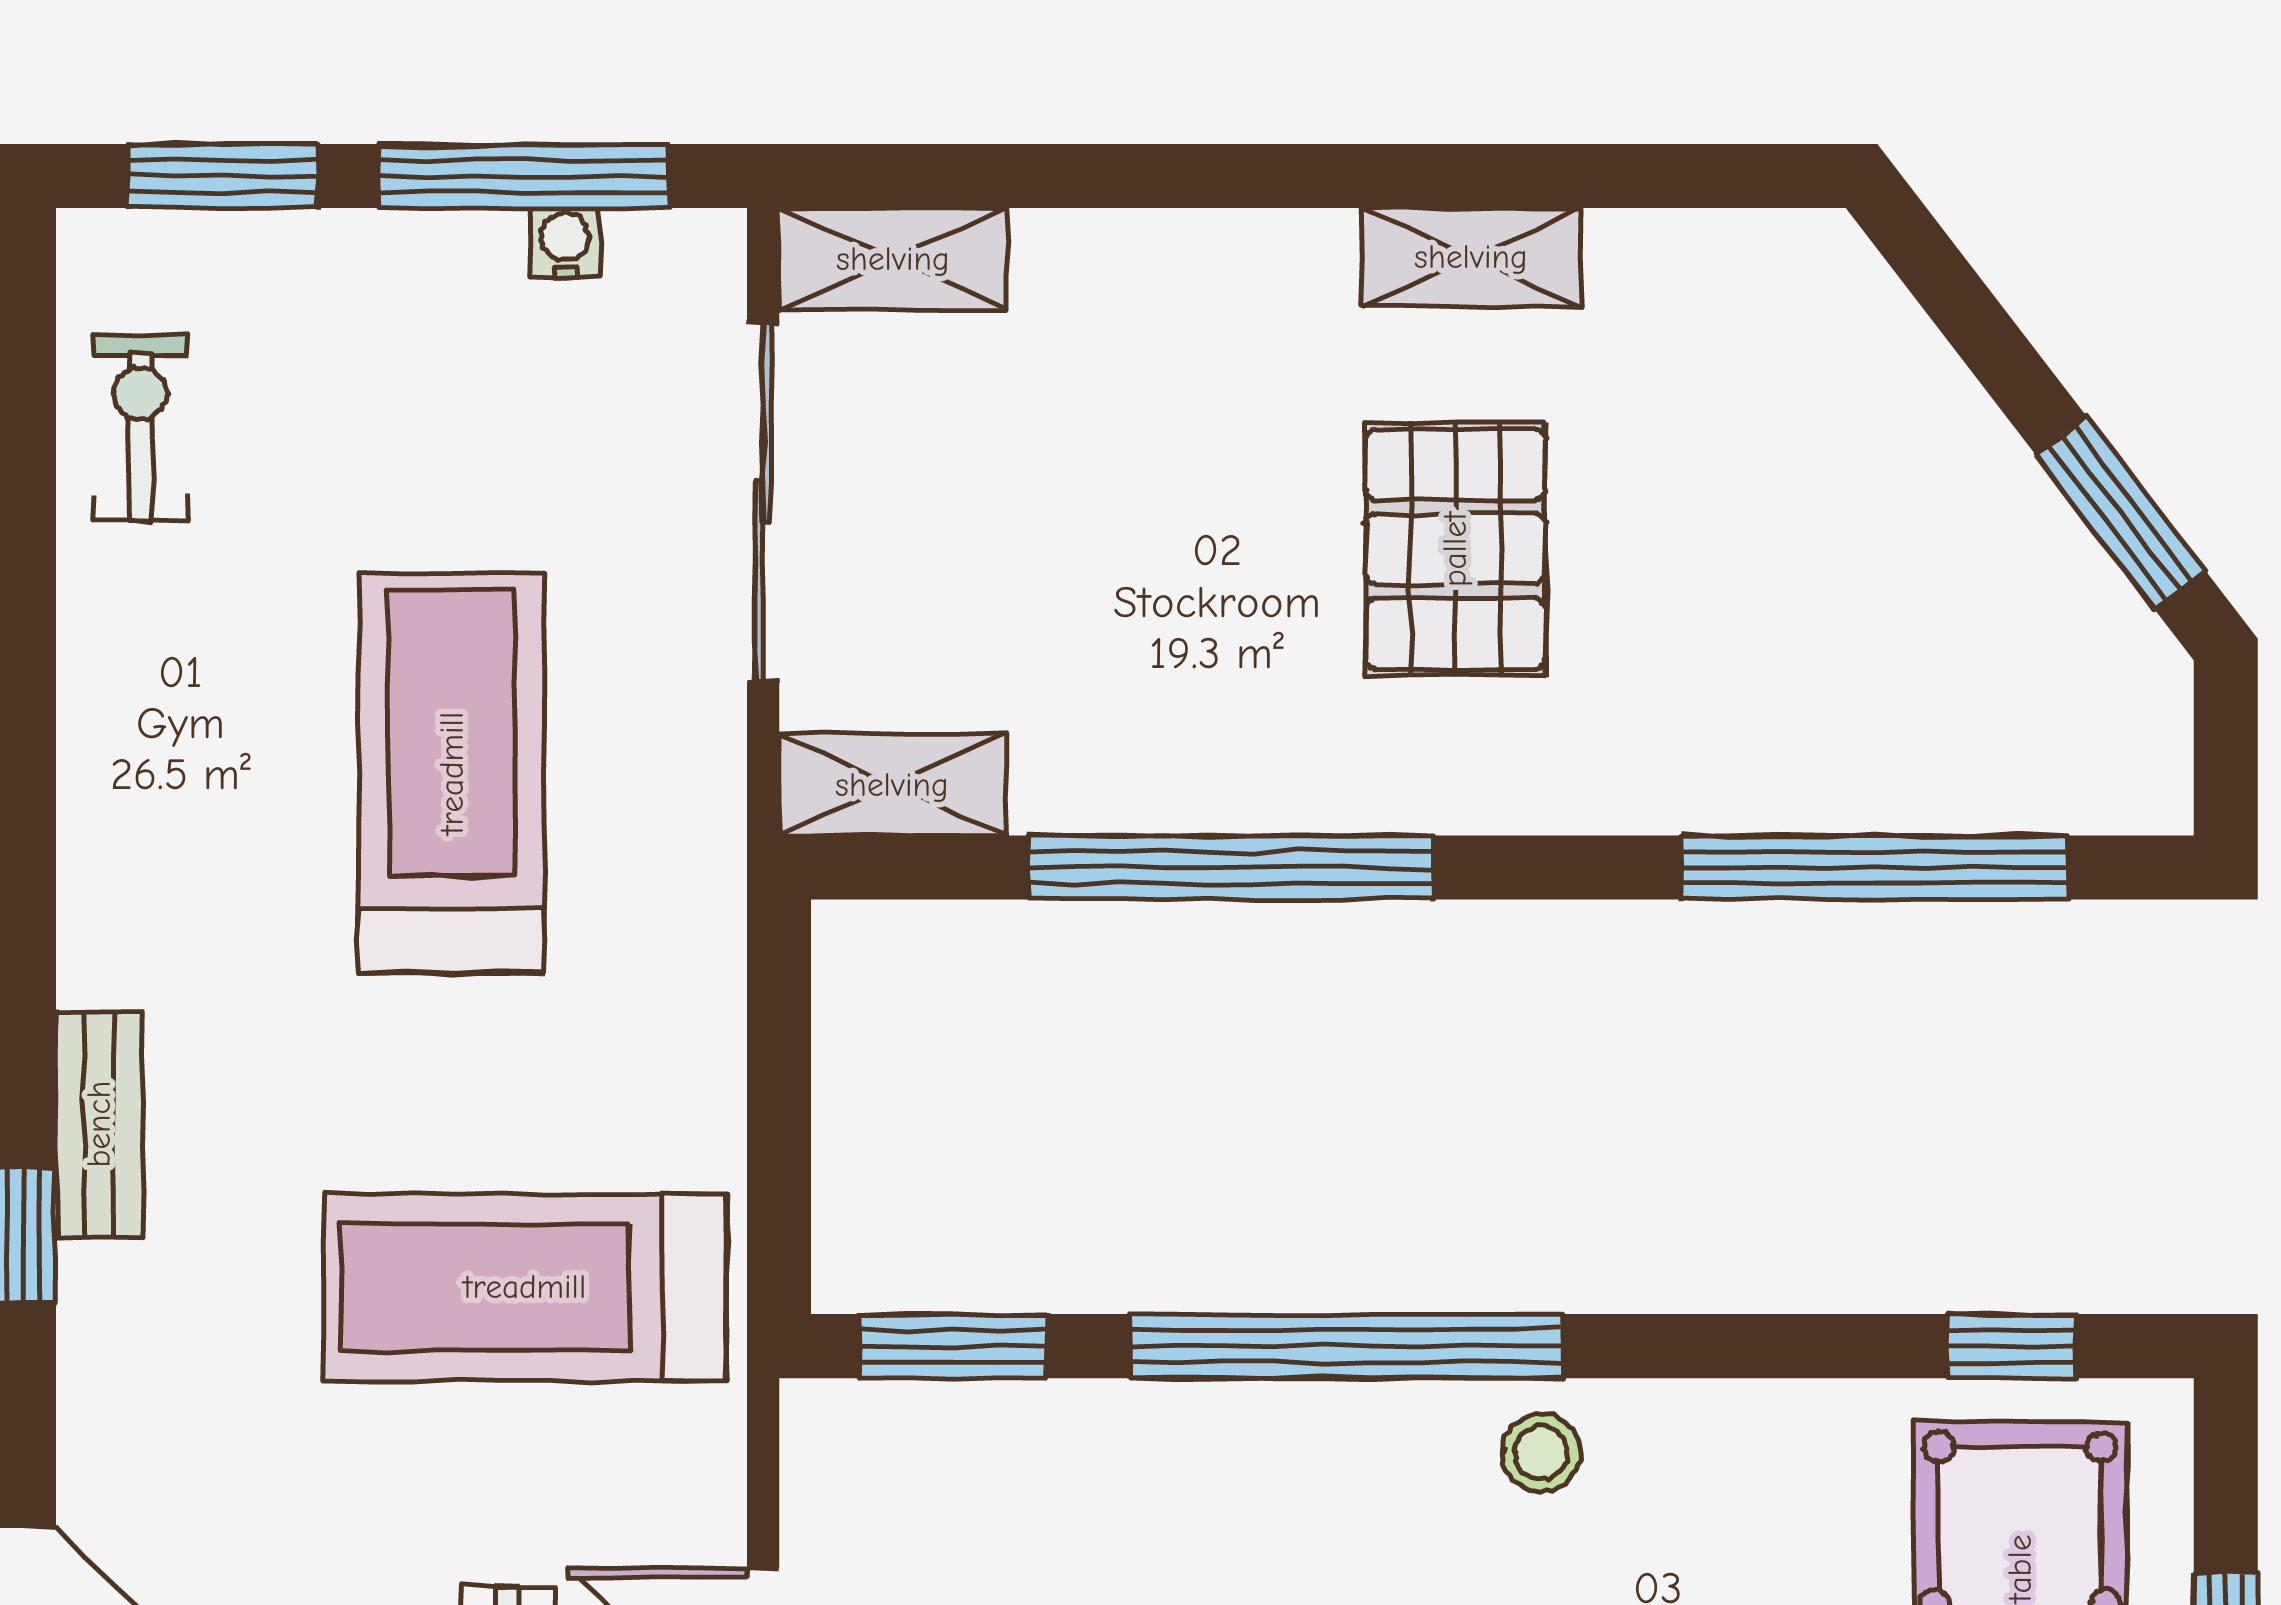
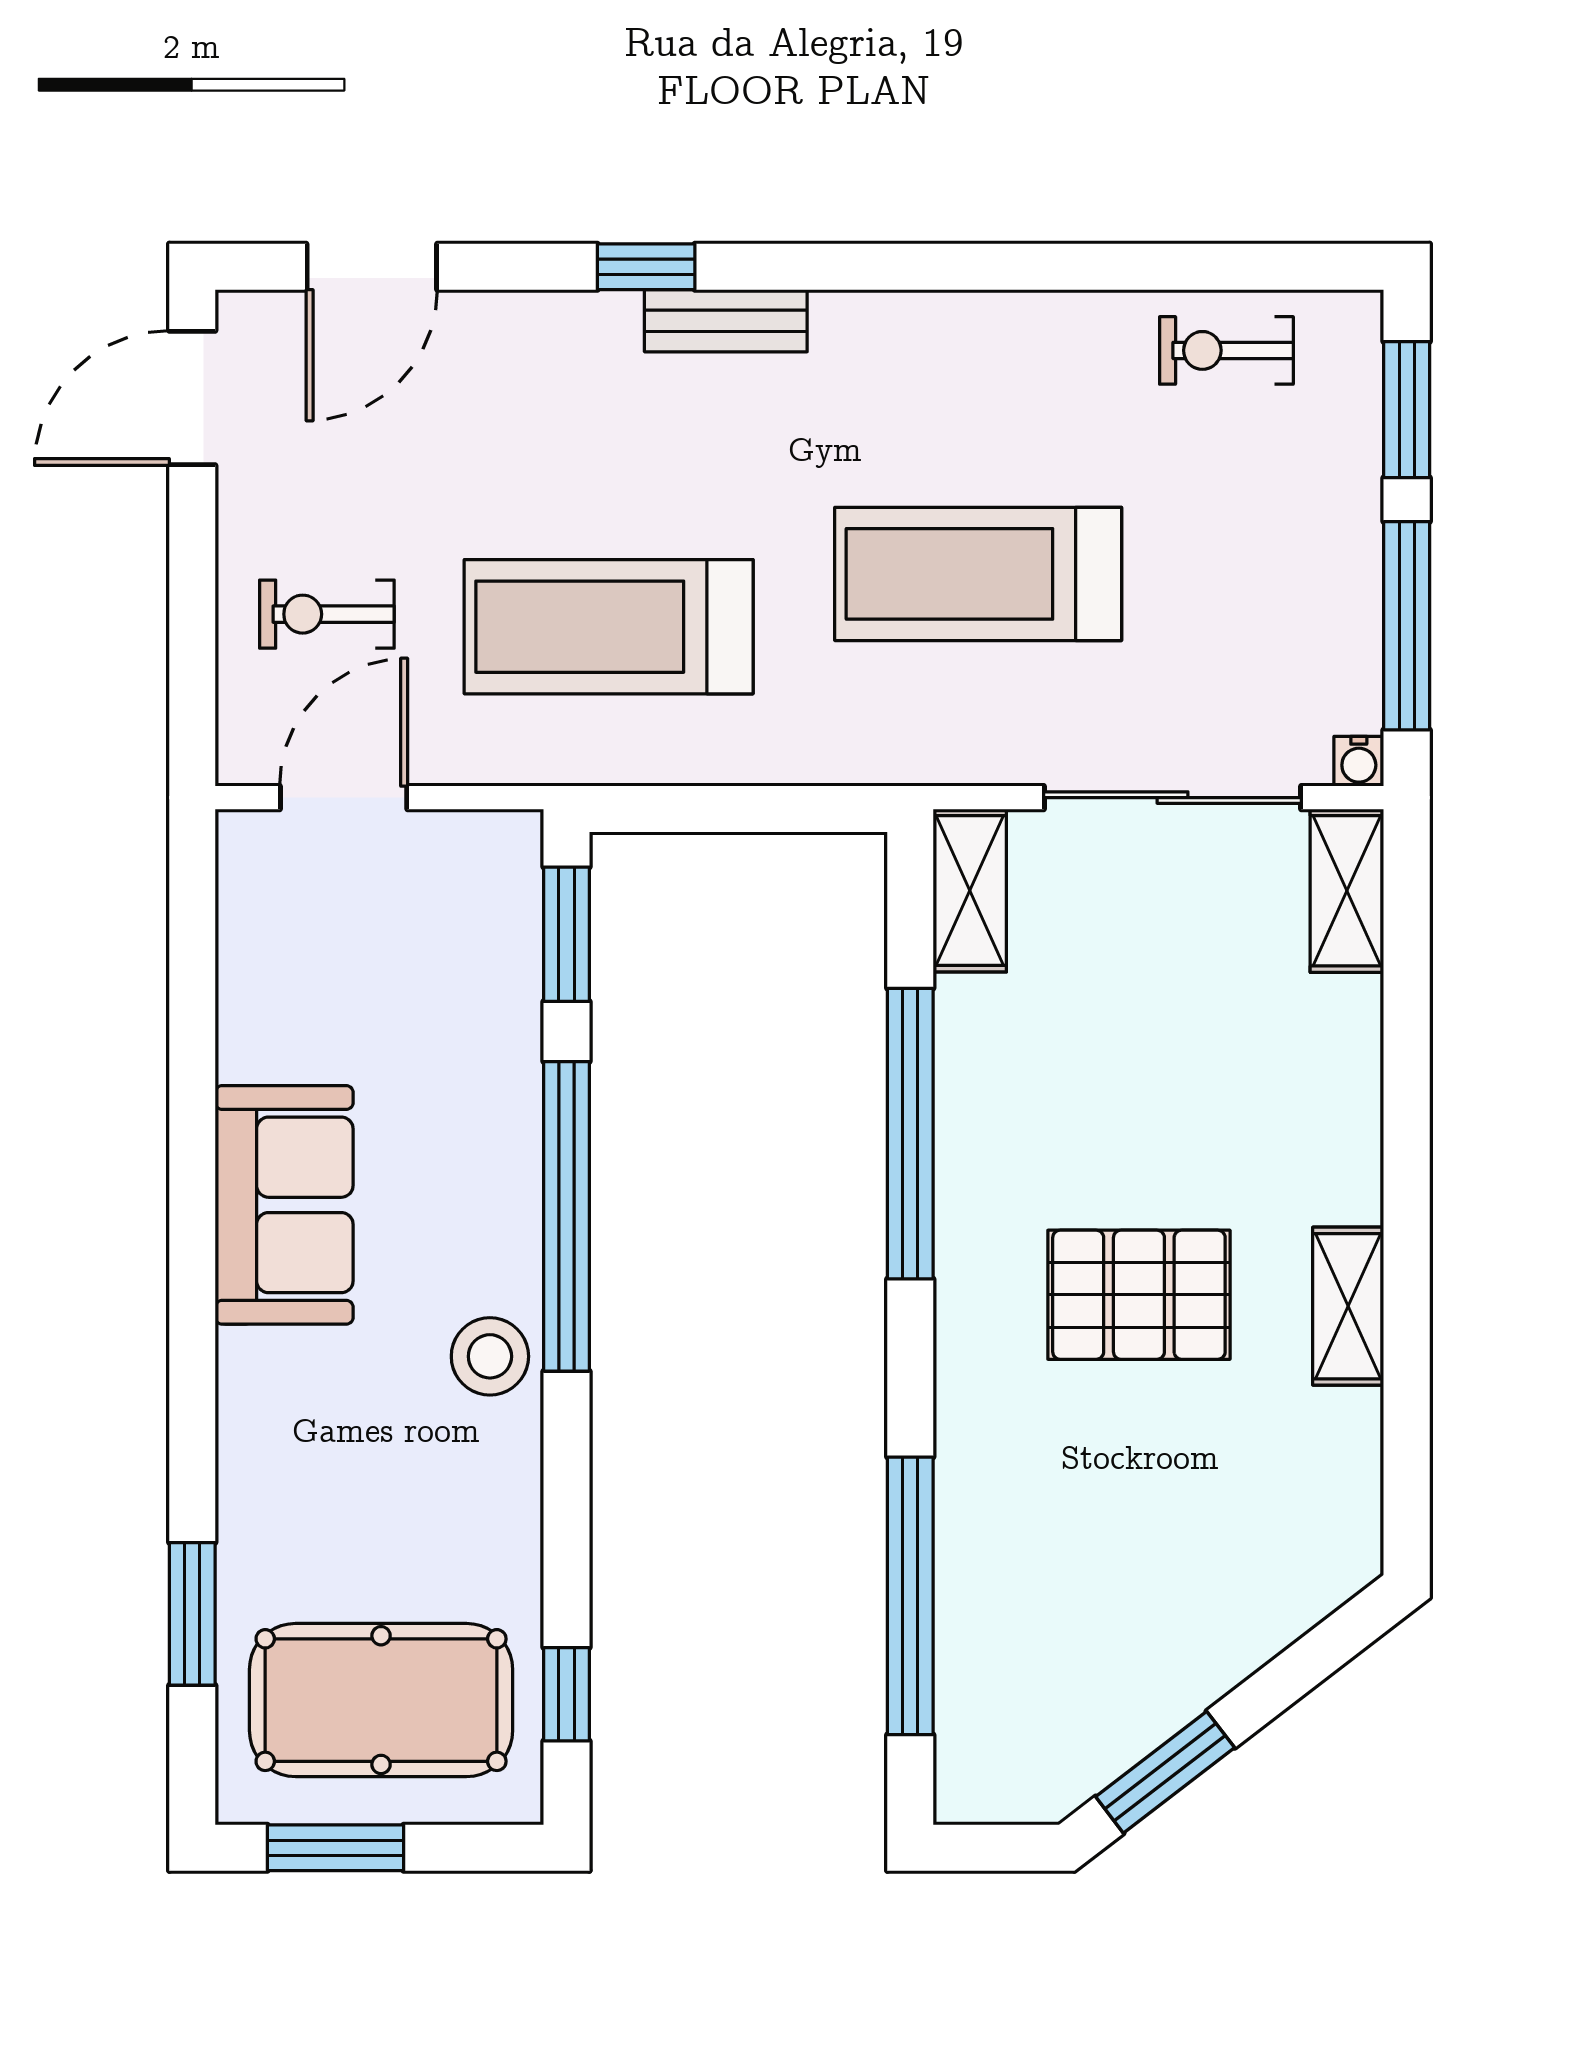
water cooler: (565, 243) -> (1359, 761), moved, turned 90
exercise bike: (140, 427) -> (1226, 350), turned 180
treadmill: (452, 773) -> (978, 574), turned 180
treadmill: (525, 1287) -> (609, 627), turned -90
stool: (1541, 1453) -> (490, 1356), width x1.37, depth x1.37

